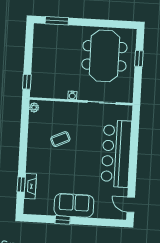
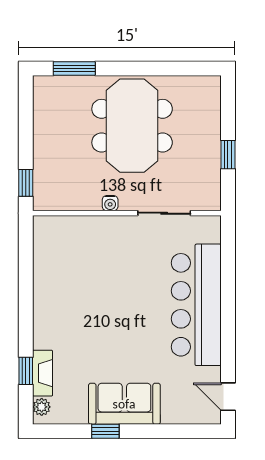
meeting table: (104, 56) -> (132, 126), moved
window: (139, 59) -> (228, 155), moved
plant: (34, 107) -> (42, 407), moved
coffee table: (60, 139) -> (93, 284), removed

